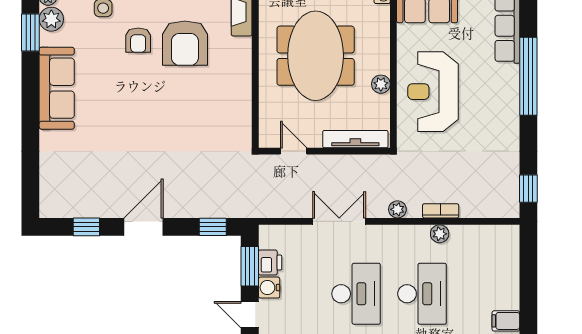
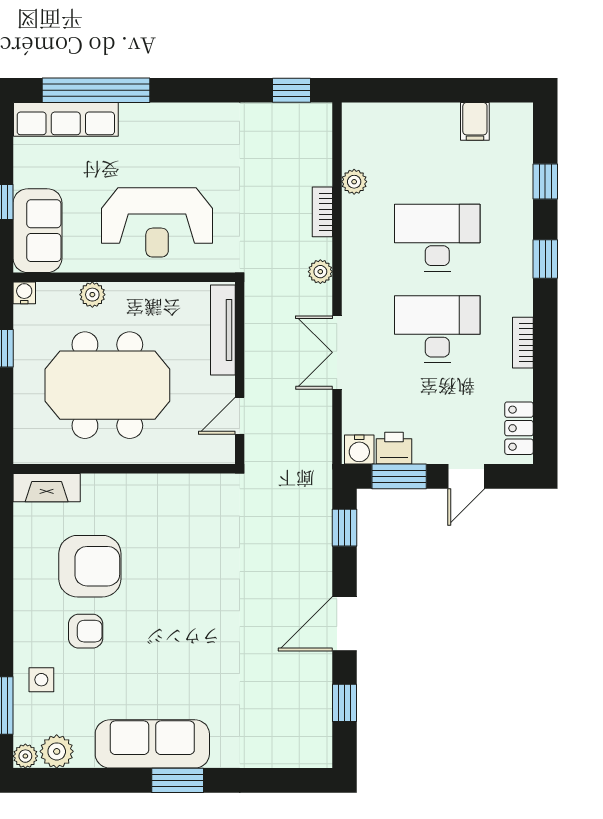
window: (30, 33) -> (178, 780), moved
window: (528, 76) -> (96, 90), moved
plant: (381, 84) -> (92, 295), moved
door: (143, 227) -> (345, 624), hinge flipped
plant: (440, 234) -> (354, 182), moved
water cooler: (269, 288) -> (359, 450), moved

